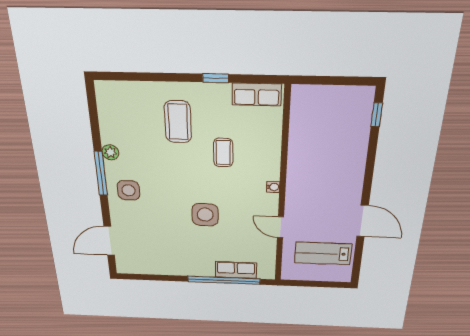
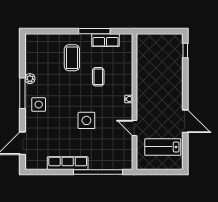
window: (216, 78) -> (94, 31), width x2.17
row of seats: (257, 95) -> (106, 40), moved
row of seats: (236, 270) -> (68, 163), moved, width x1.48

